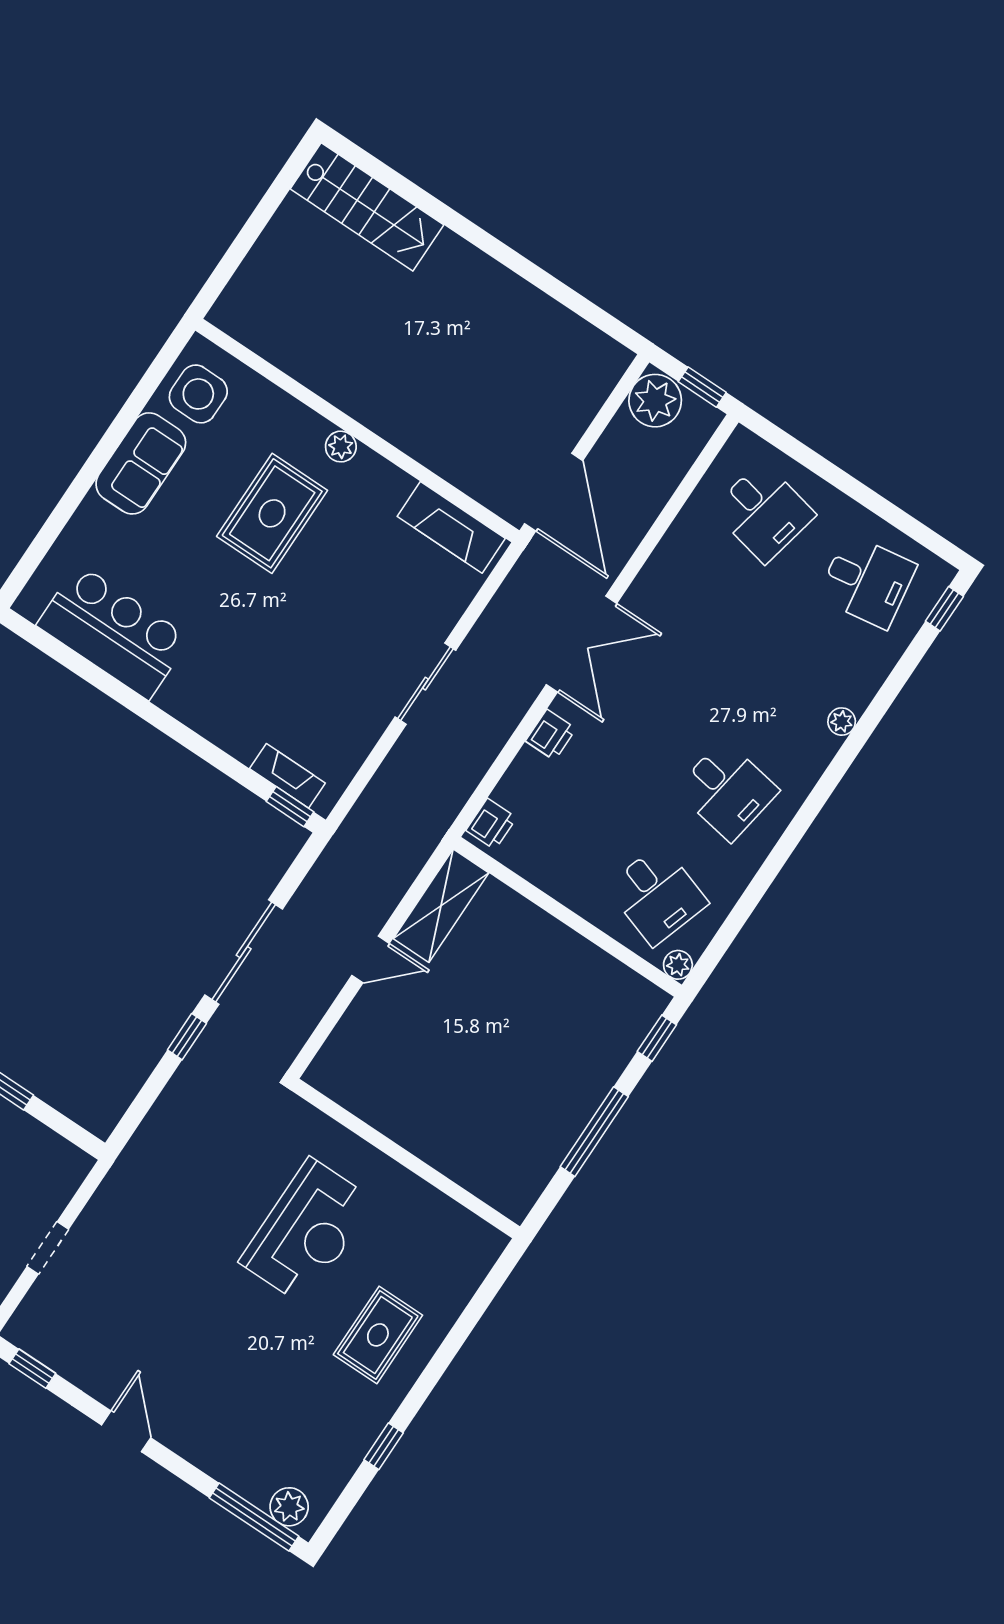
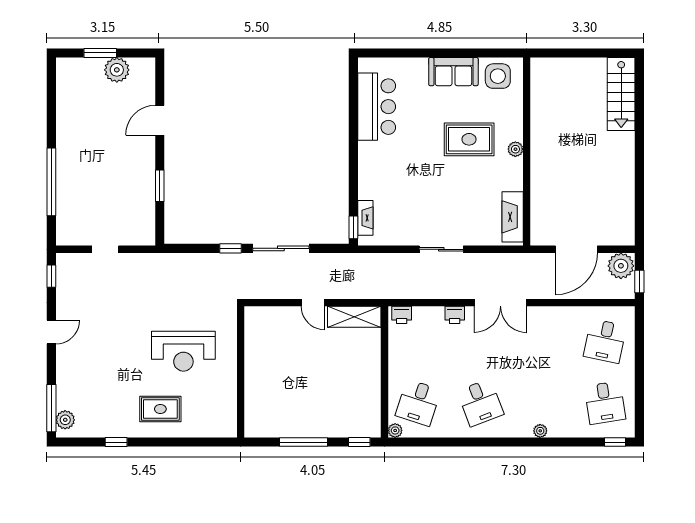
door: (554, 492) -> (576, 249), moved
desk: (727, 790) -> (480, 403), turned -30

